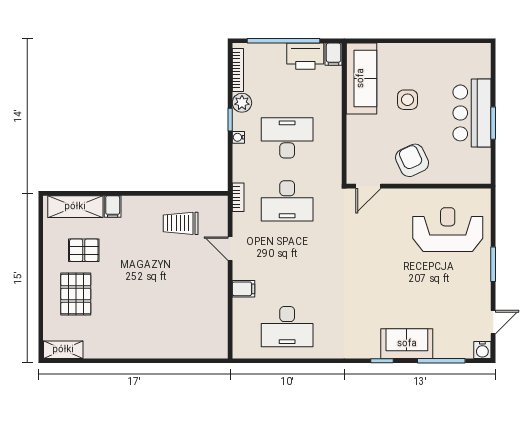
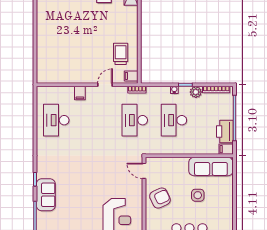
desk: (287, 138) -> (174, 120), turned 180
filing cabinet: (113, 207) -> (131, 76), moved

